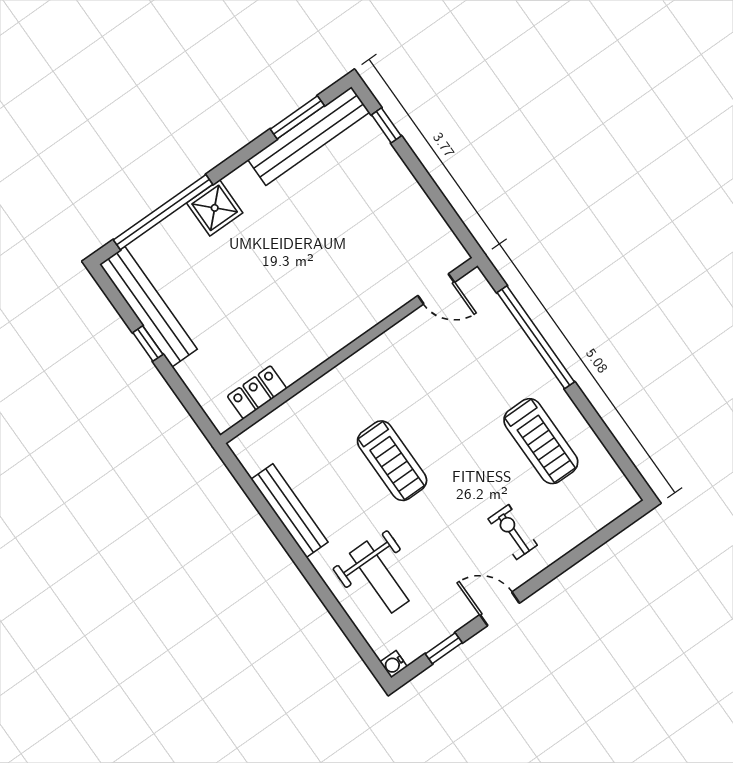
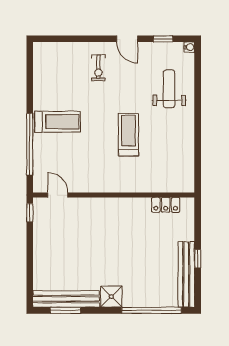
window: (386, 125) -> (30, 213), moved
shower: (215, 208) -> (111, 297), moved
treadmill: (541, 441) -> (58, 122), moved, turned 90
bench: (290, 511) -> (187, 144), removed

